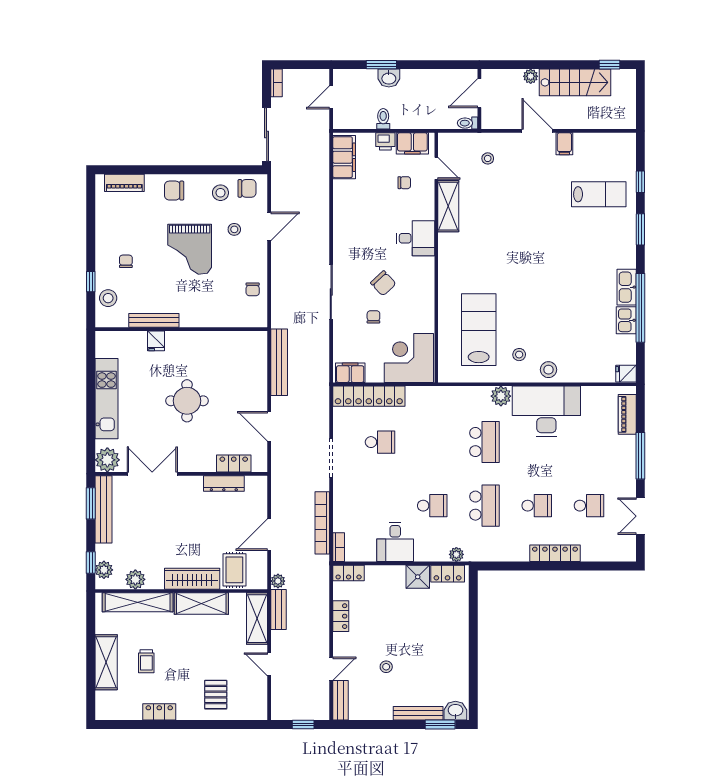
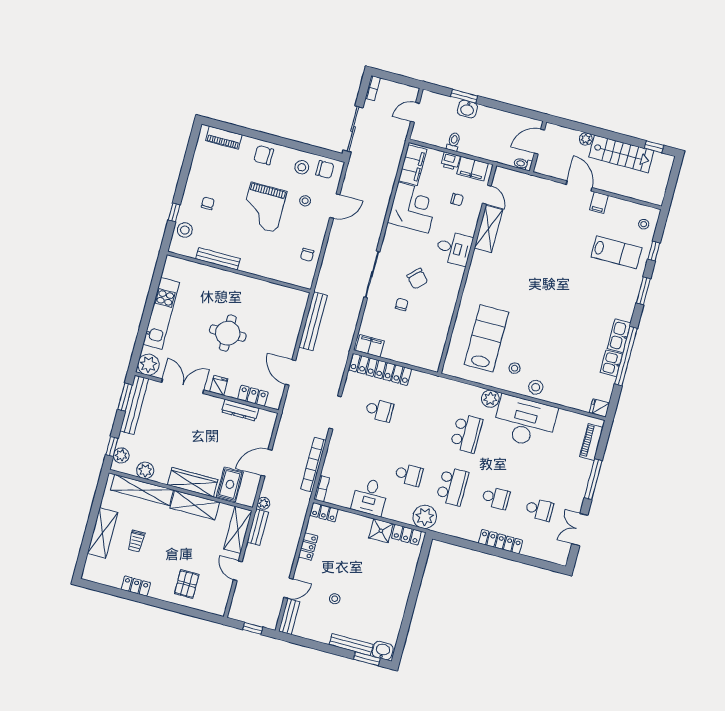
stool: (488, 158) -> (644, 224), moved
fridge: (156, 341) -> (219, 385), moved, turned 180
corner desk: (409, 358) -> (413, 208), moved, turned 90
plant: (456, 554) -> (425, 517), width x1.88, depth x1.88

